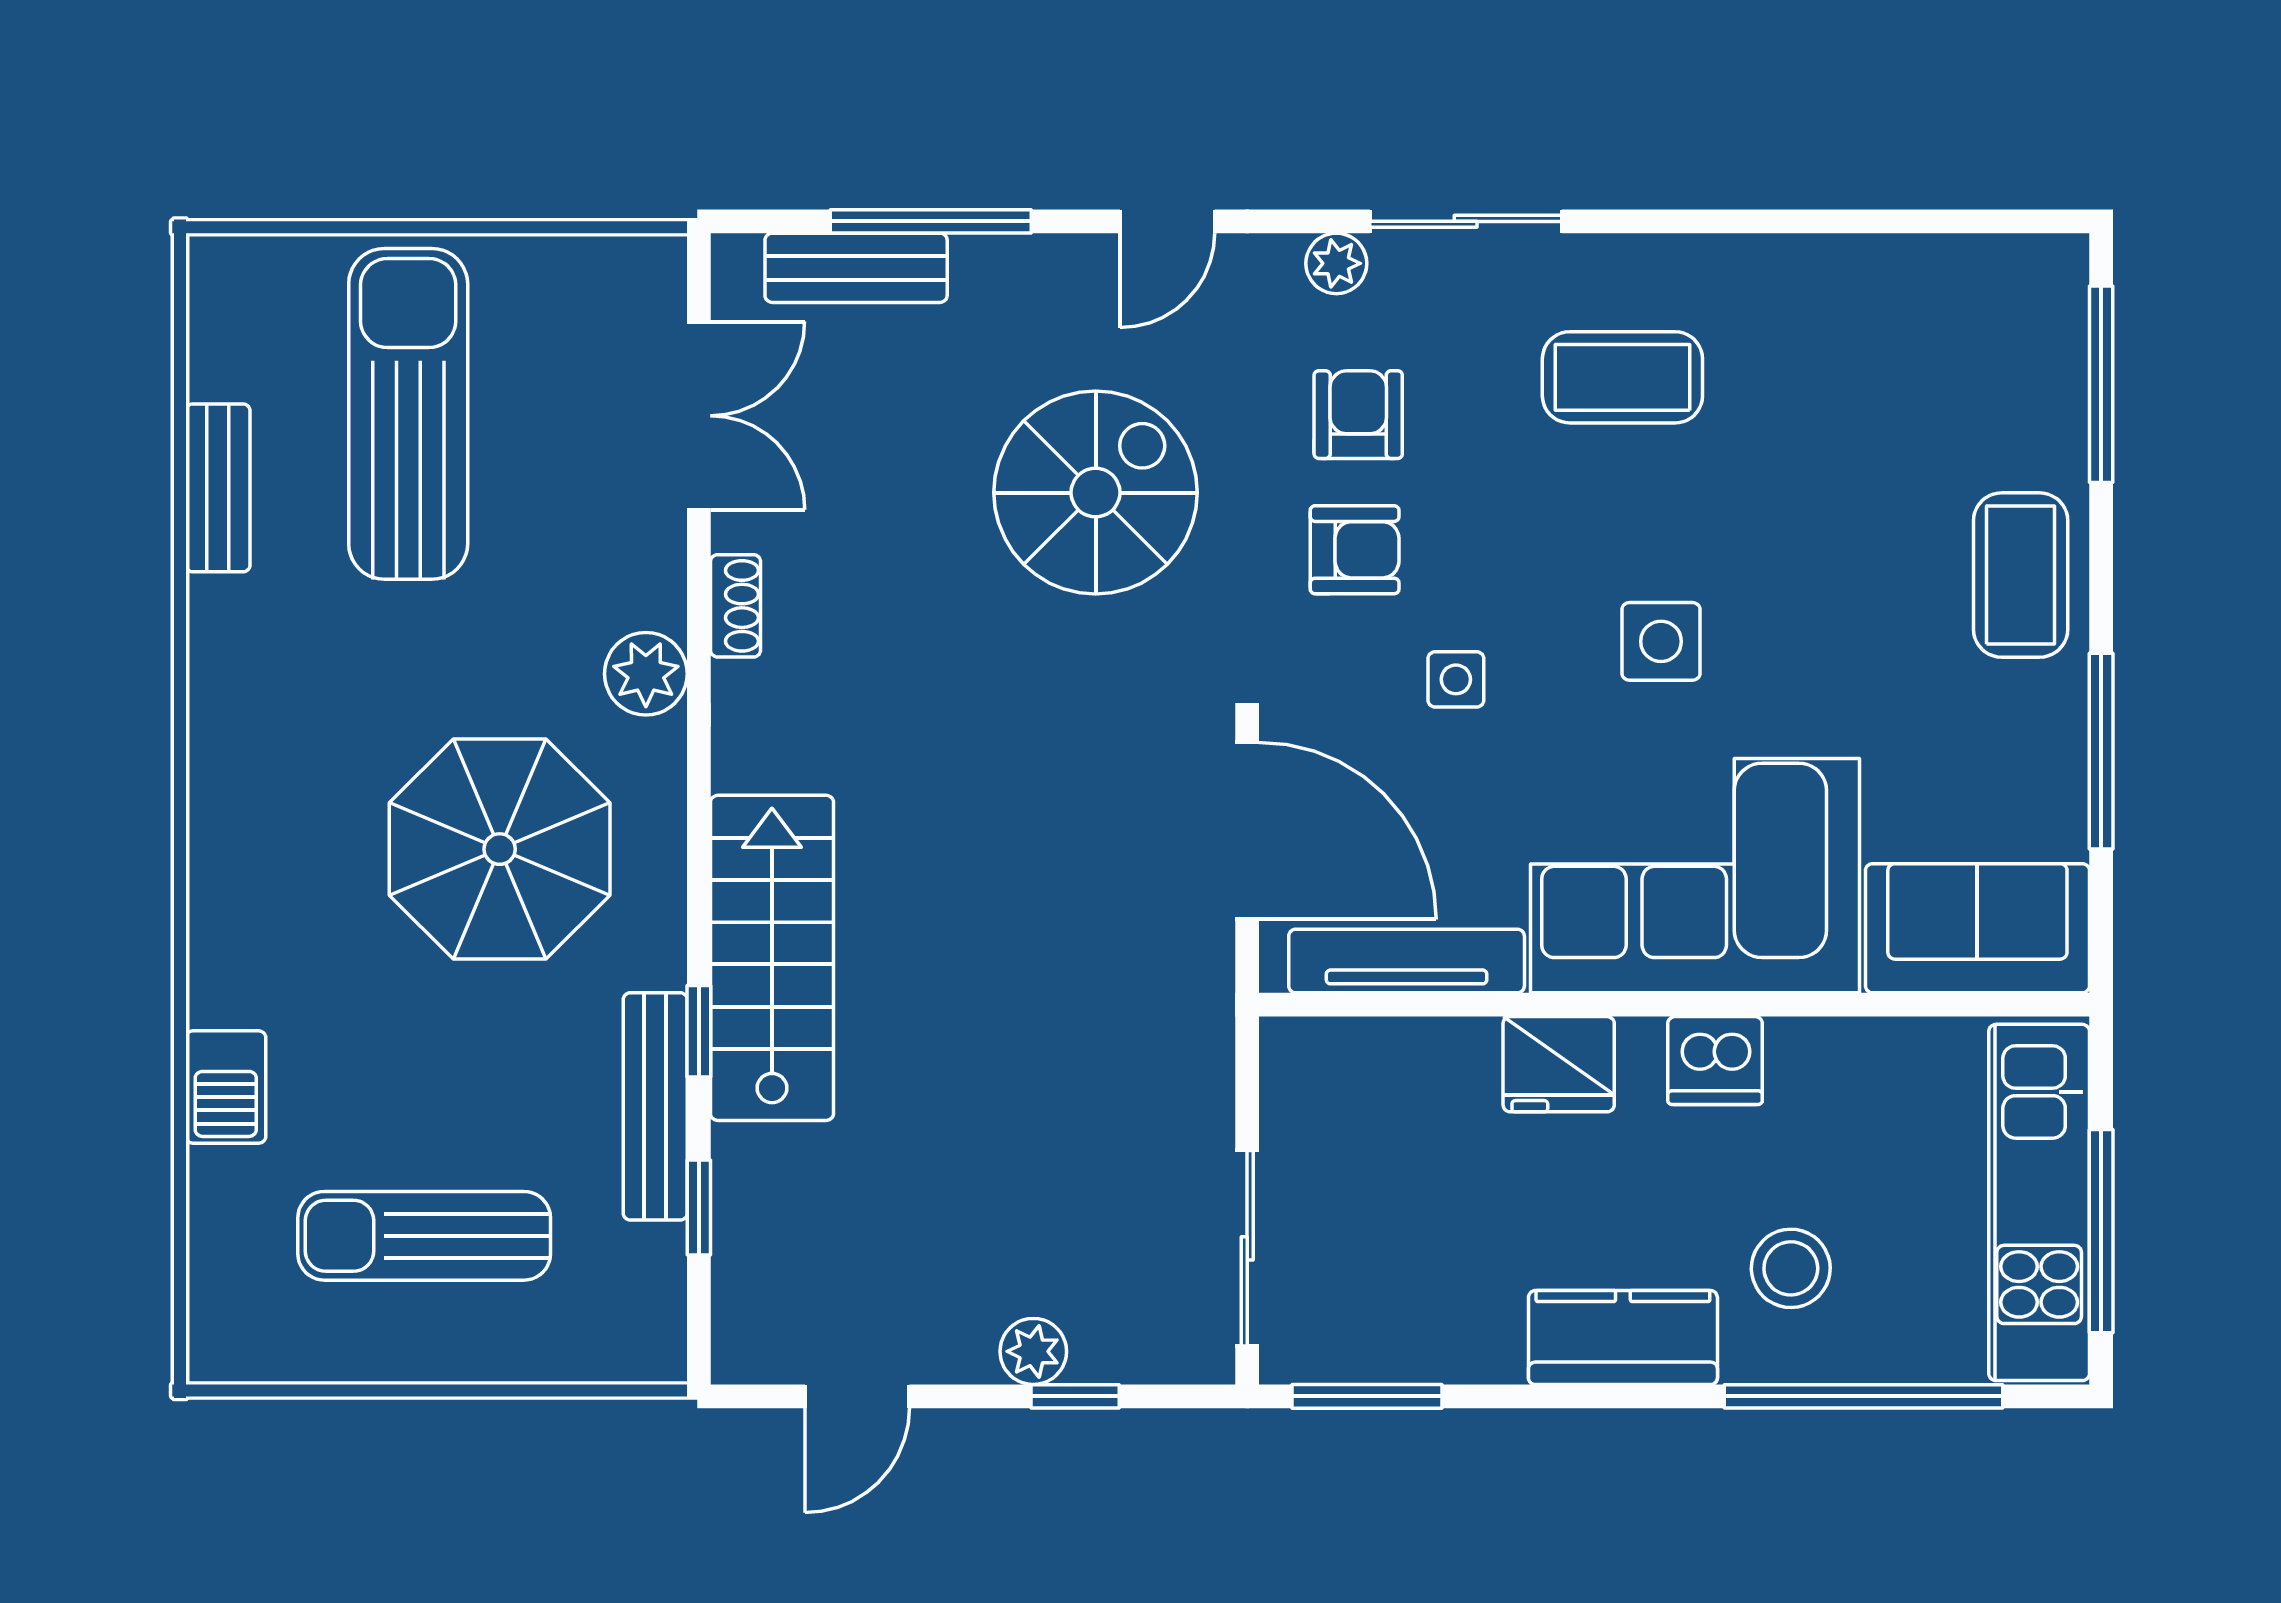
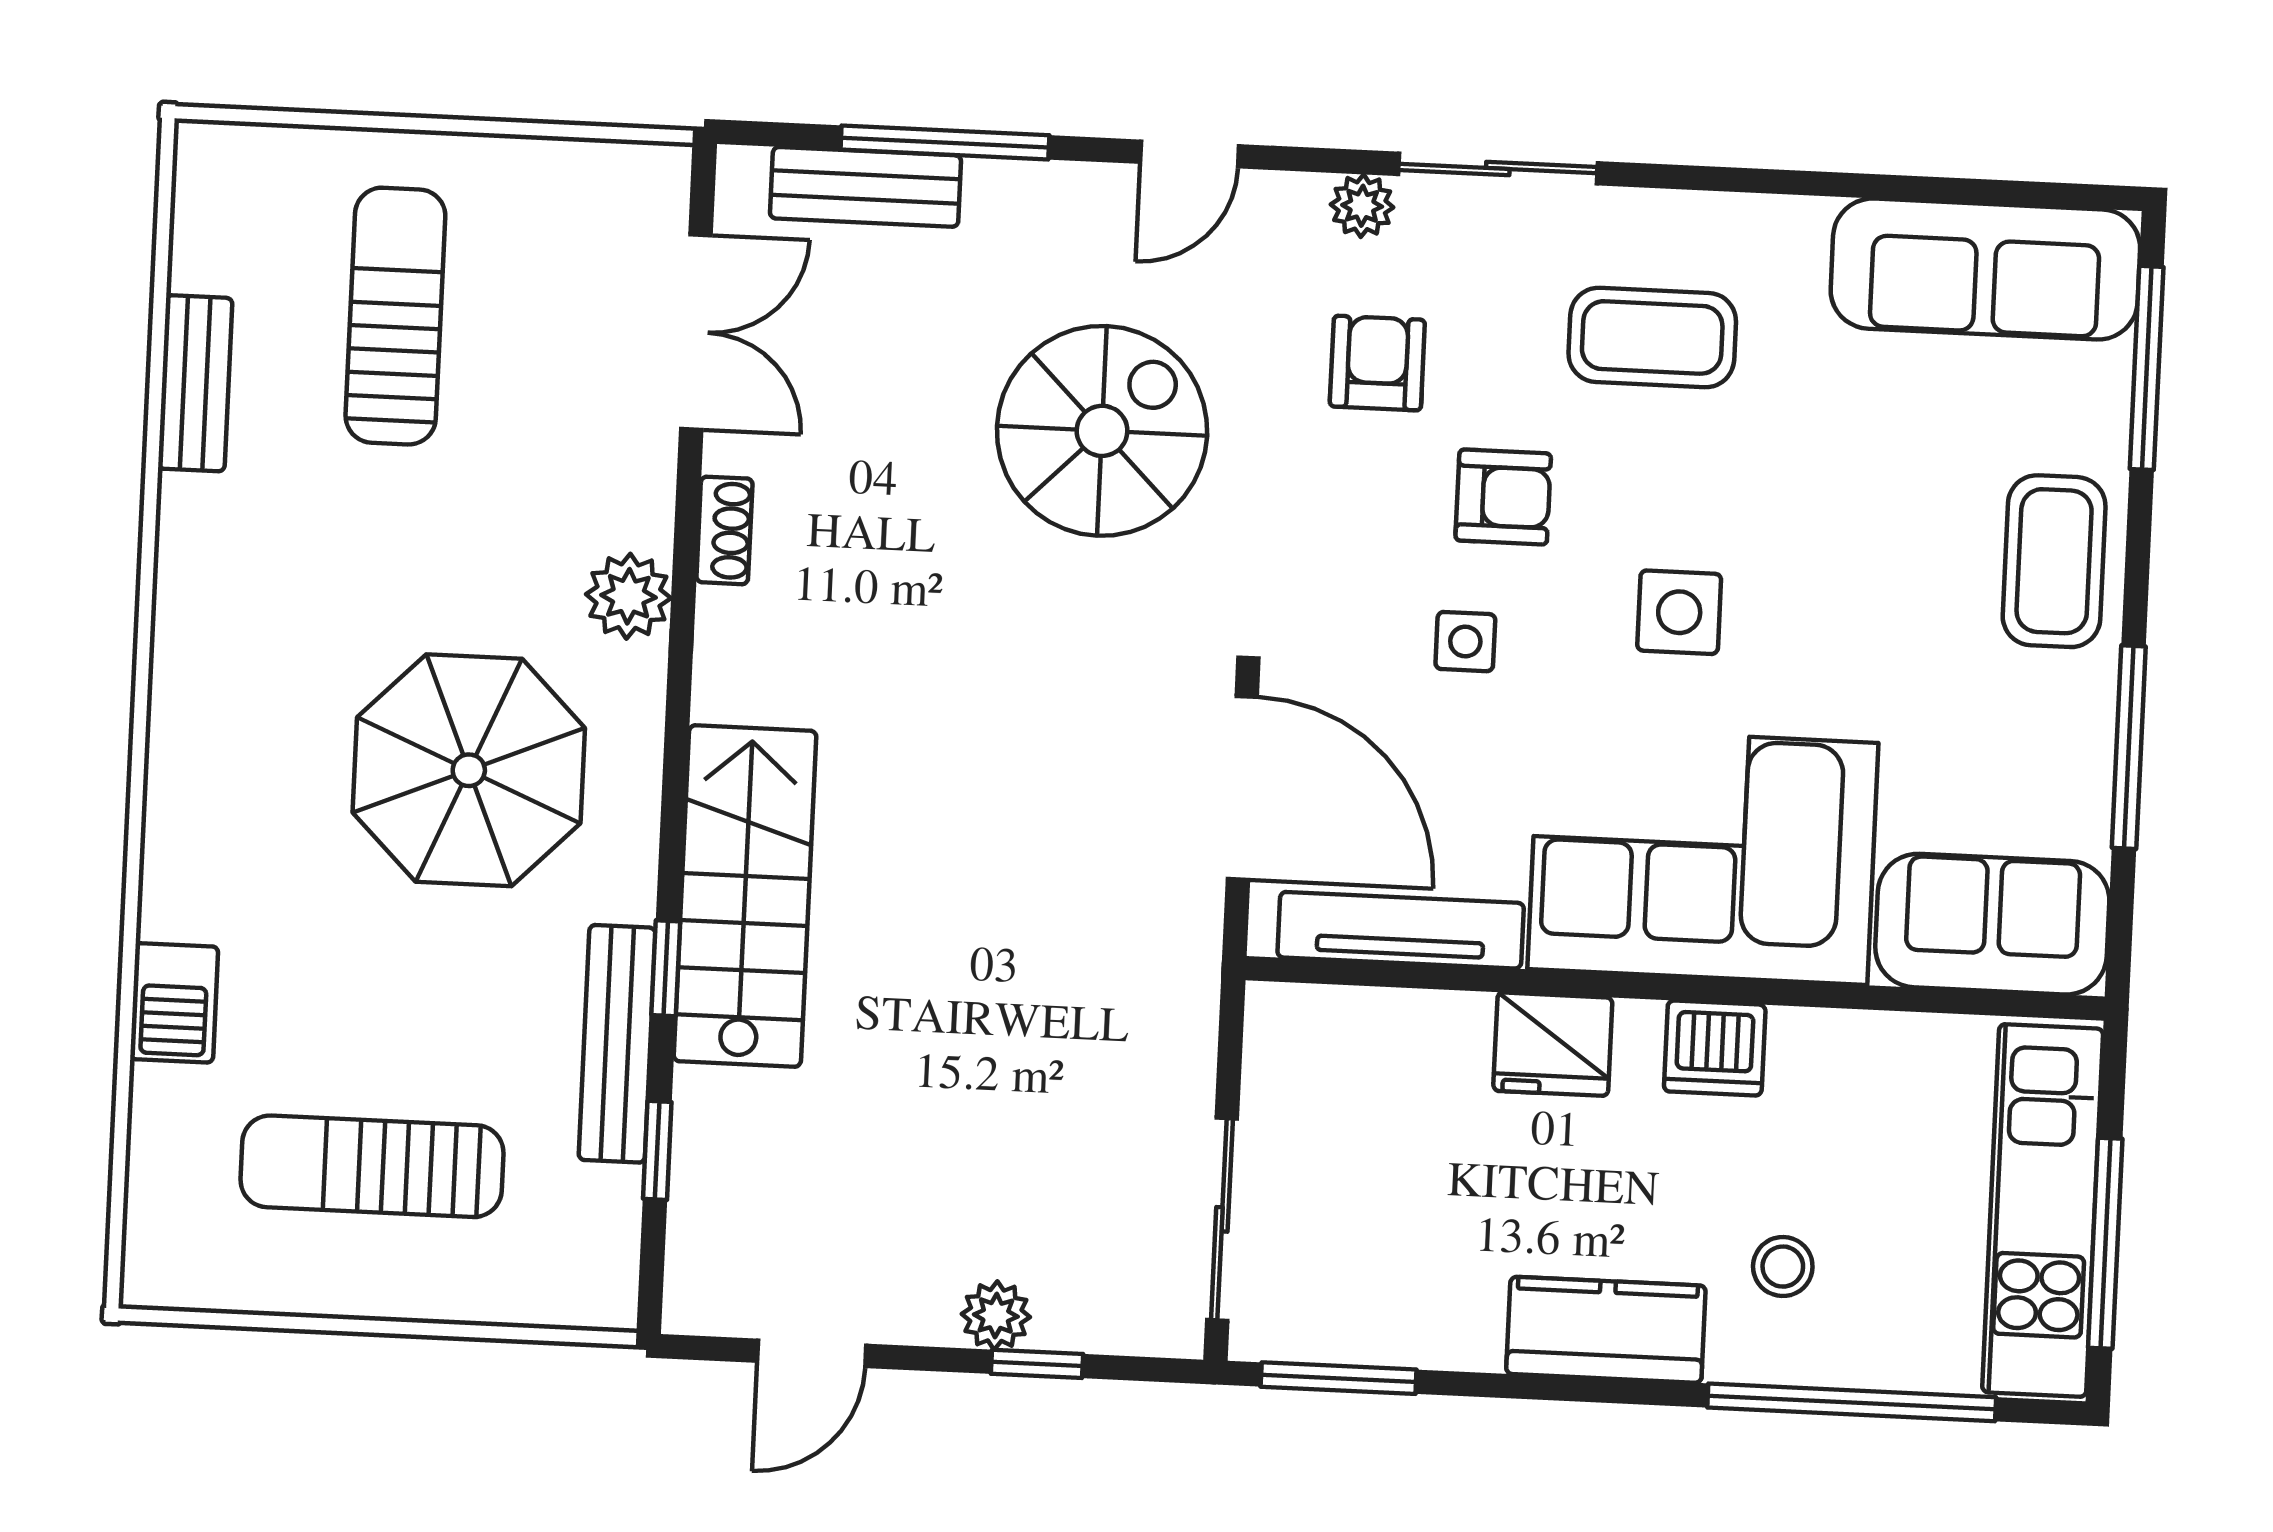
sofa: (1941, 296) -> (1985, 269), added
sun lounger: (408, 414) -> (395, 316), width x0.73, depth x0.75
armchair: (1355, 550) -> (1503, 497), moved
stool: (1791, 1268) -> (1783, 1267), width x0.73, depth x0.73

